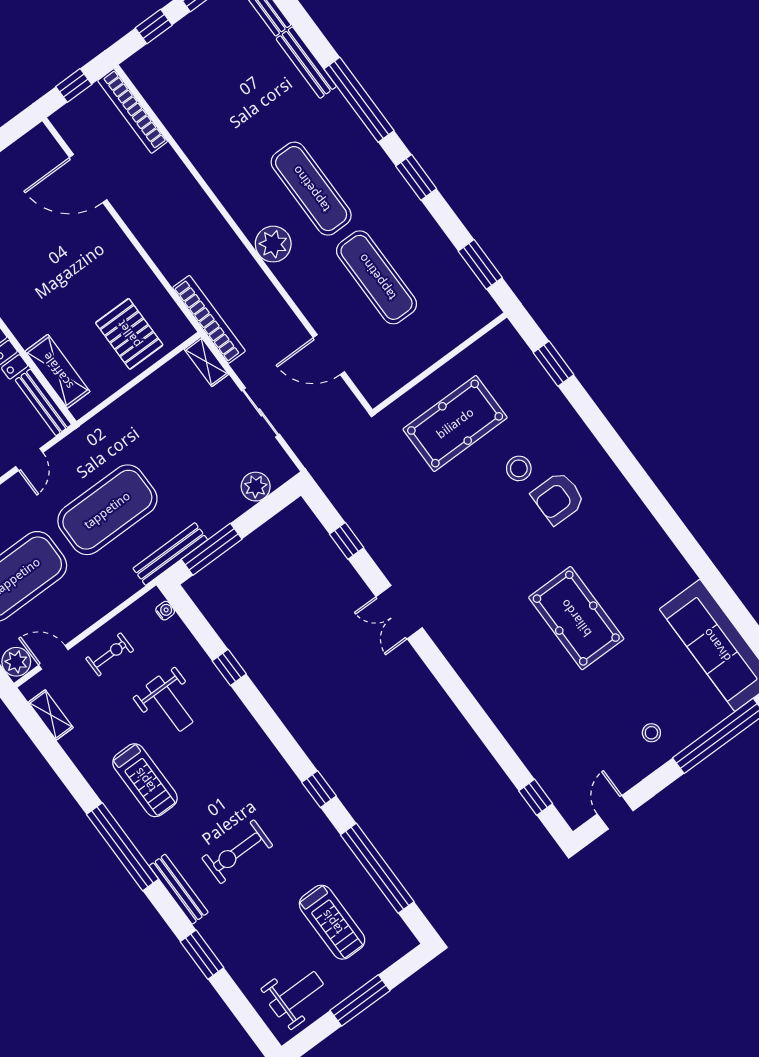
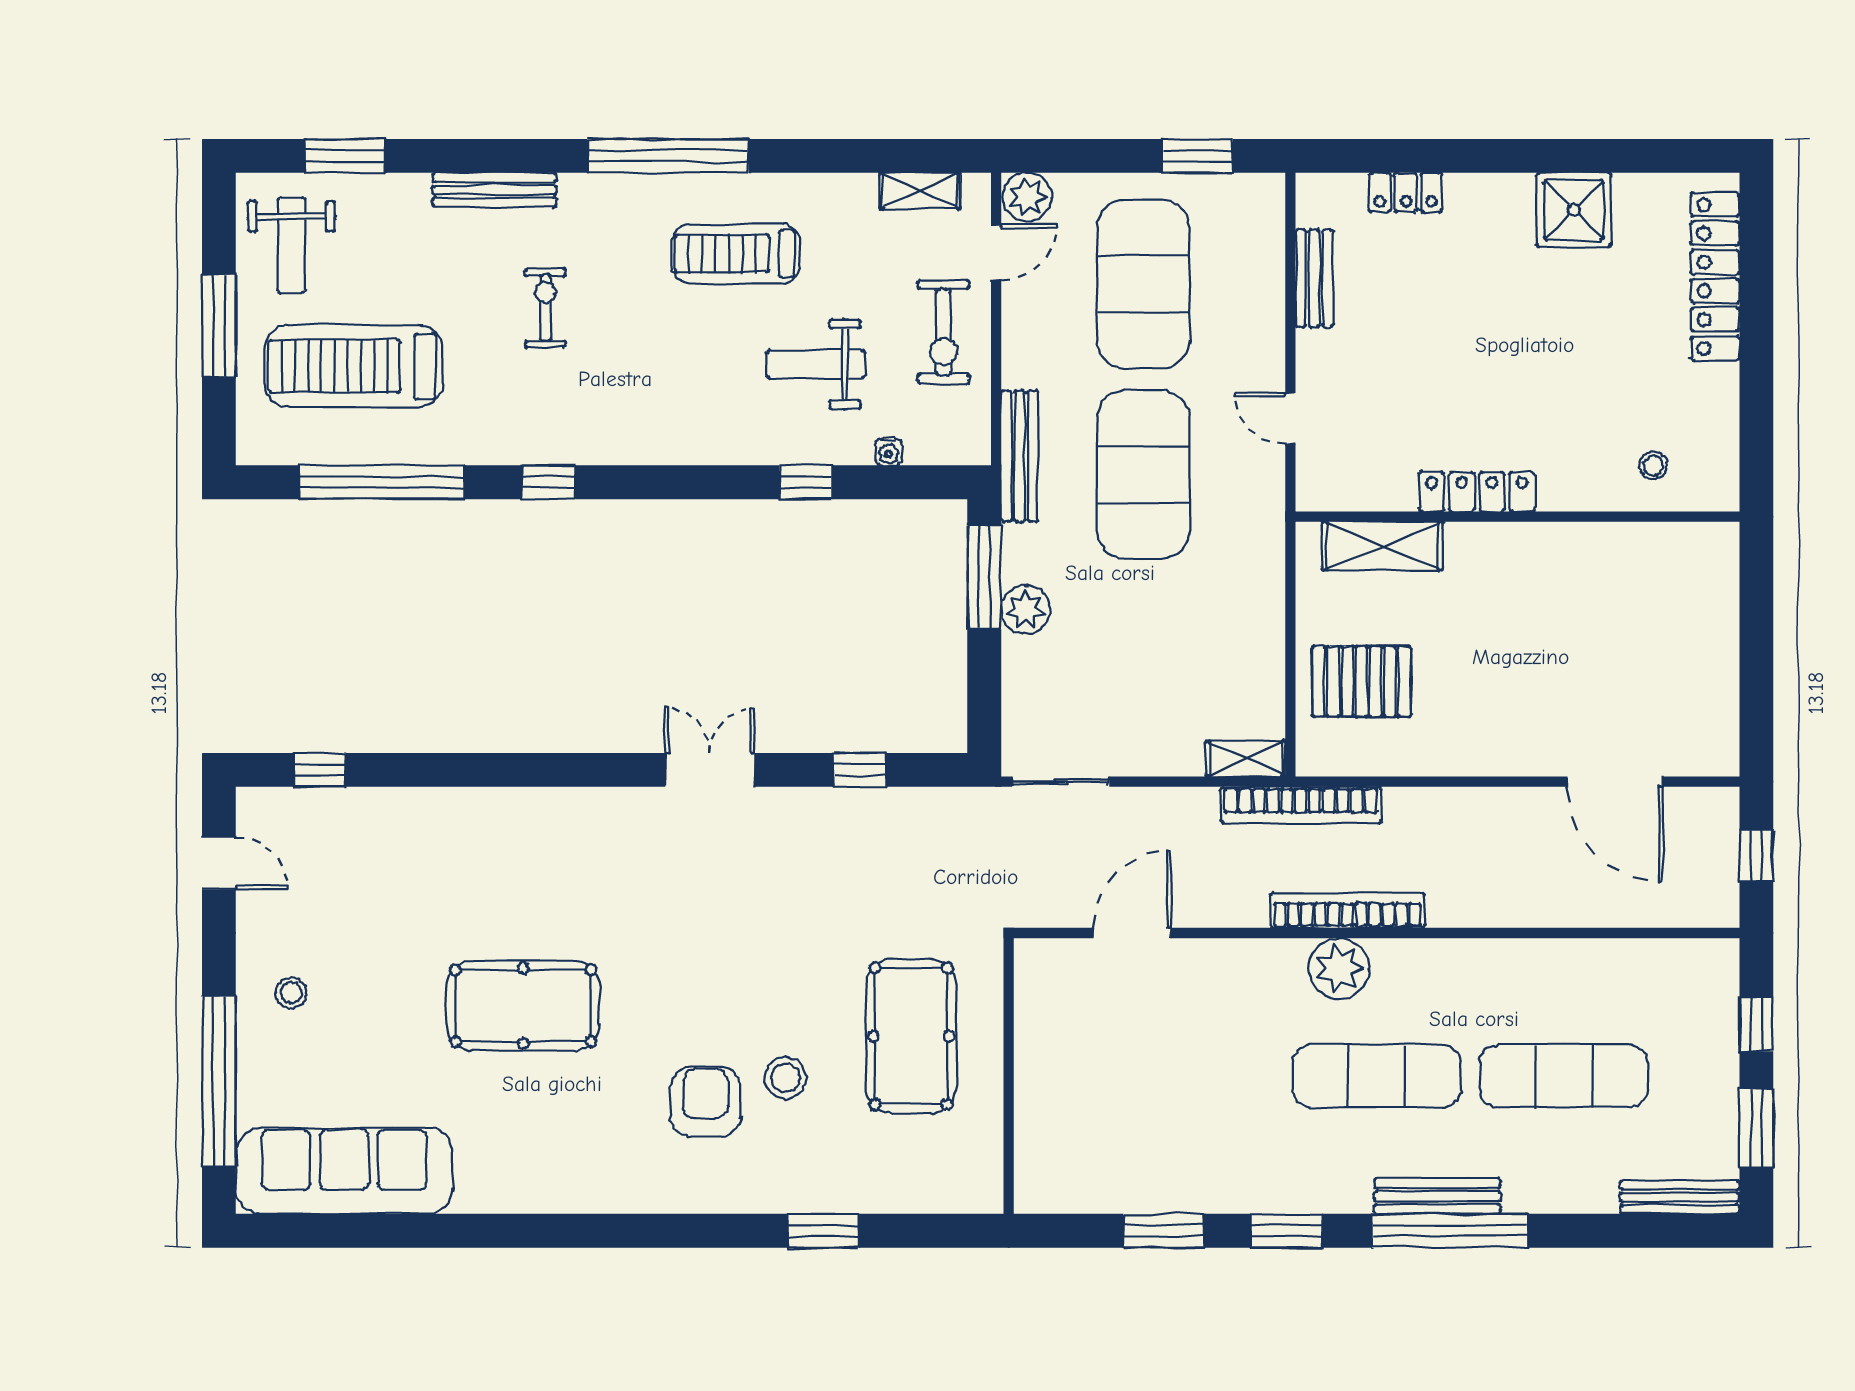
bench: (306, 63) -> (1437, 1196), moved
bookcase: (133, 111) -> (1347, 910), moved
door: (88, 179) -> (1615, 782), swing flipped
window: (480, 264) -> (1164, 1231), moved
exercise mat: (377, 277) -> (1564, 1076), moved
window: (553, 364) -> (823, 1231), moved
bench: (43, 402) -> (1354, 495), removed
sliding door: (261, 412) -> (1061, 782), moved
plant: (256, 487) -> (1026, 610), moved
bench: (170, 554) -> (1020, 456), moved
water cooler: (165, 611) -> (889, 452), moved
exercise bike: (110, 654) -> (943, 332), width x1.38, depth x1.39
exercise bike: (237, 852) -> (545, 308), width x0.73, depth x0.72
bench: (179, 889) -> (495, 190), moved
treadmill: (332, 922) -> (354, 366), width x1.37, depth x1.38
window: (202, 955) -> (345, 156), moved

